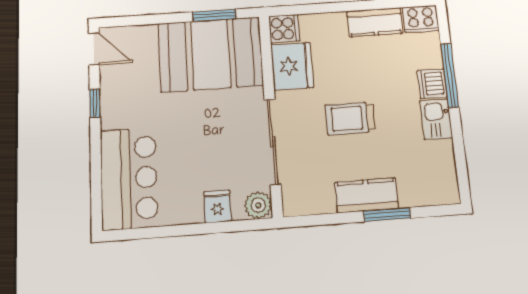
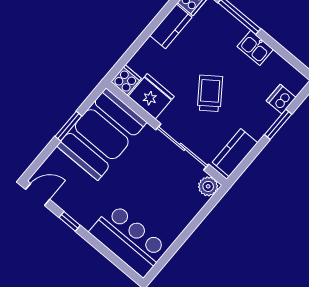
window: (214, 15) -> (68, 126), moved
dishwasher: (432, 84) -> (281, 99), moved, turned 90
trolley: (350, 118) -> (210, 93), turned 144
kitchen counter: (367, 195) -> (235, 153), moved
fridge: (217, 206) -> (188, 208), removed

